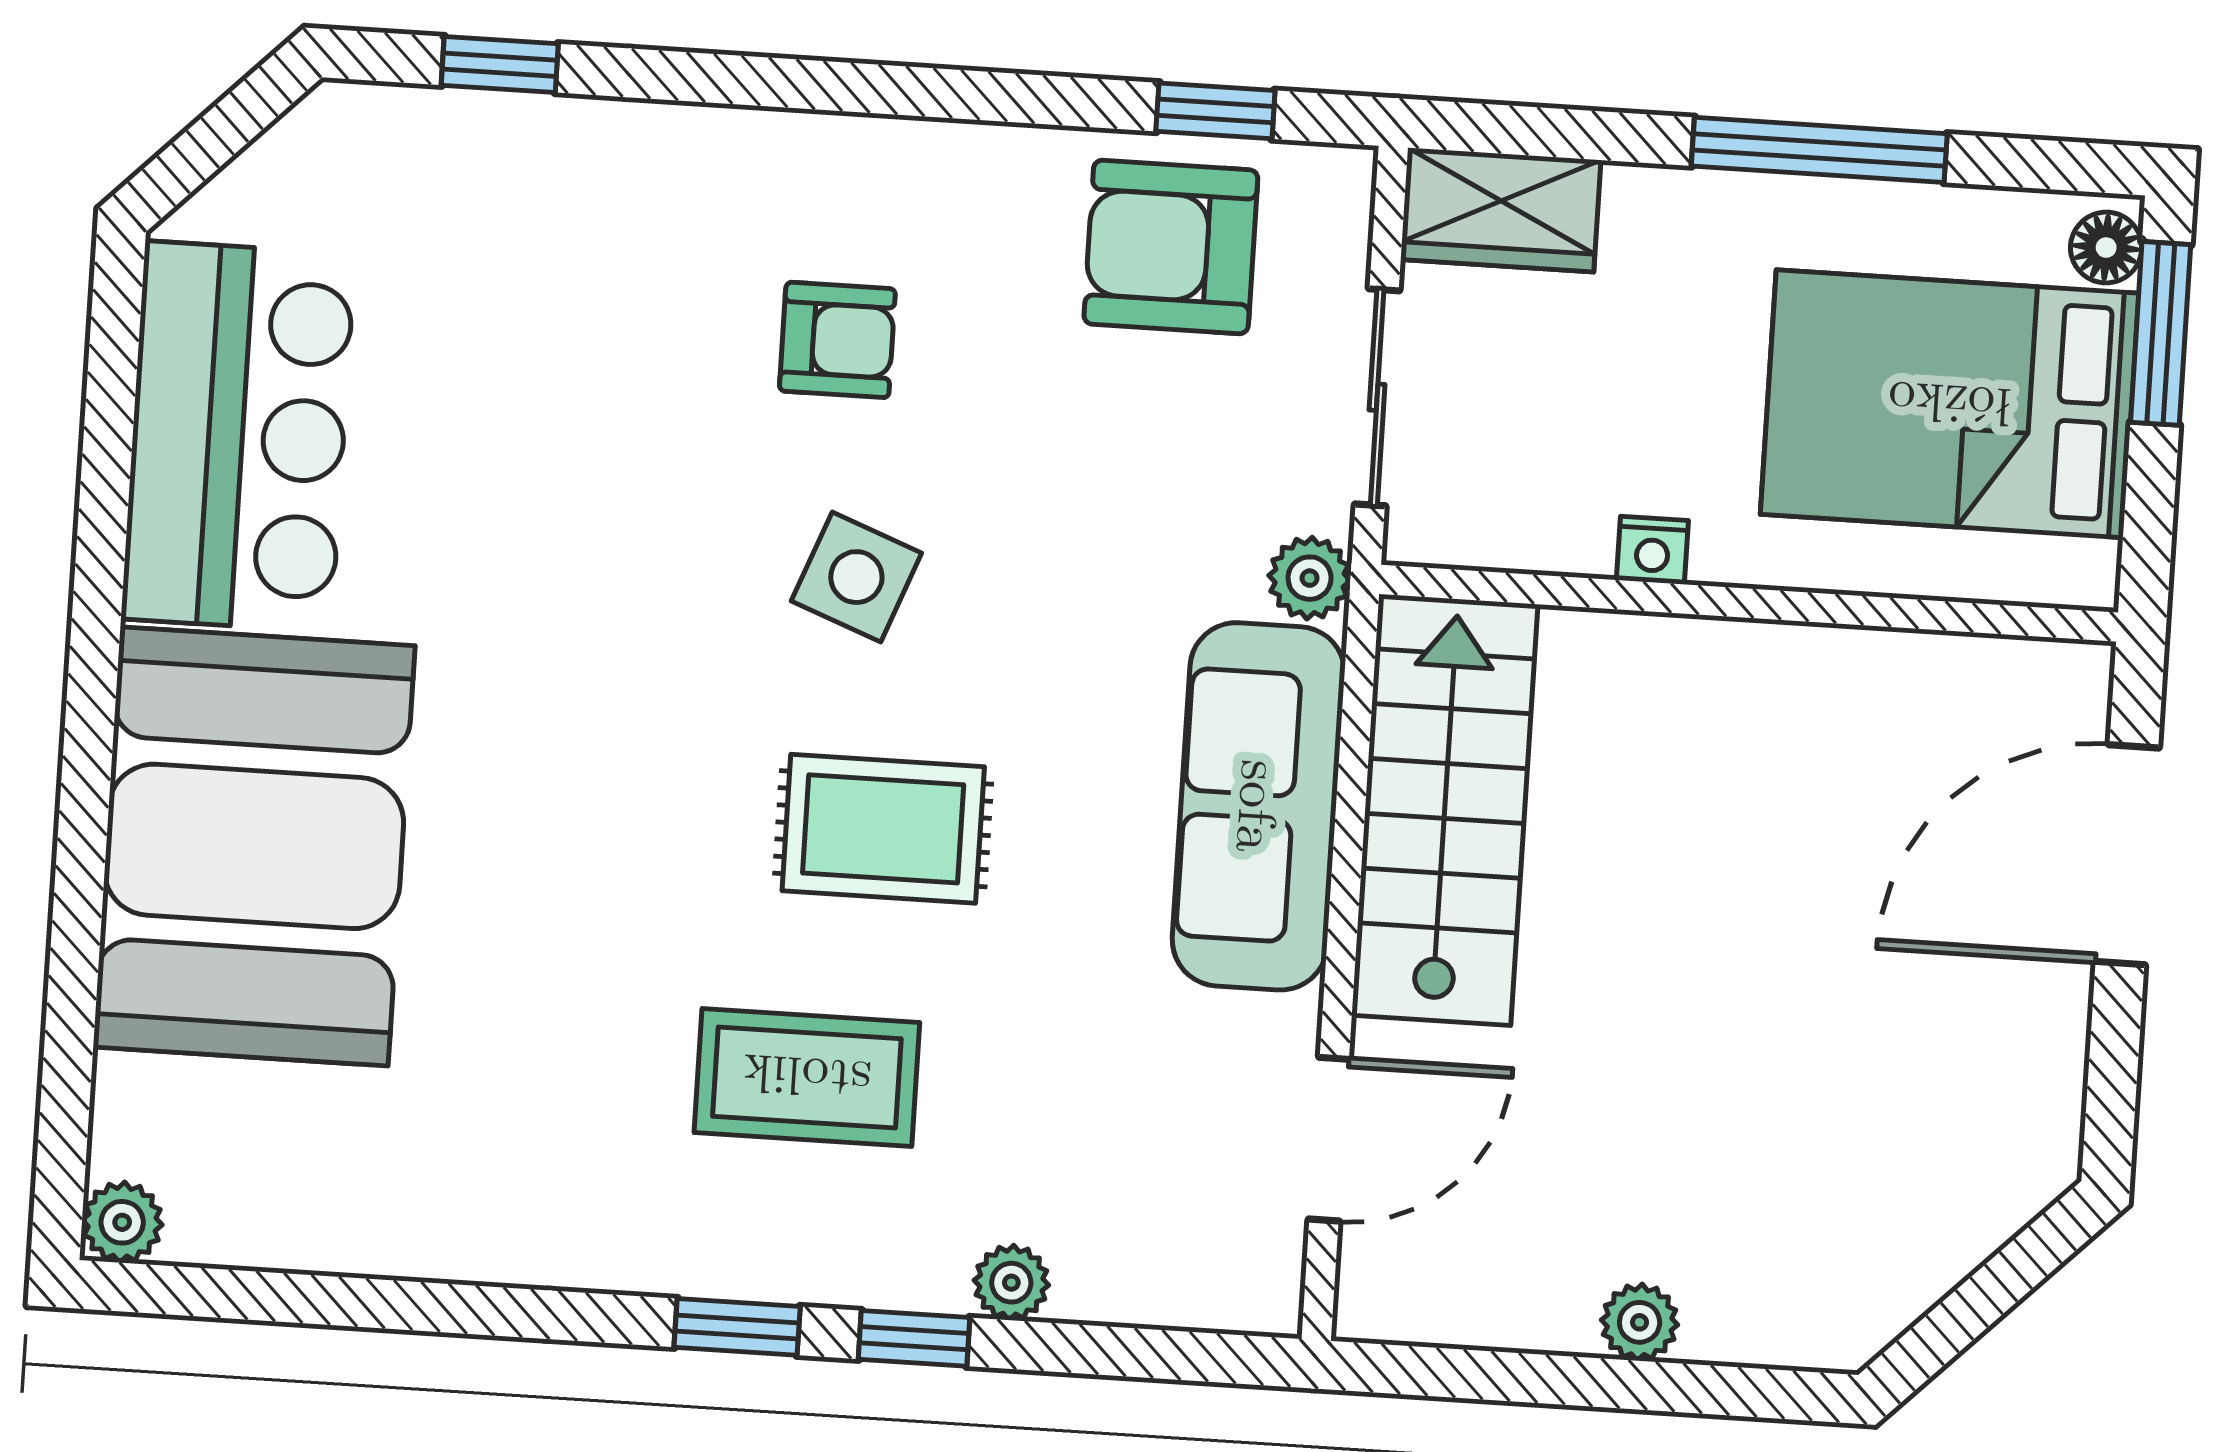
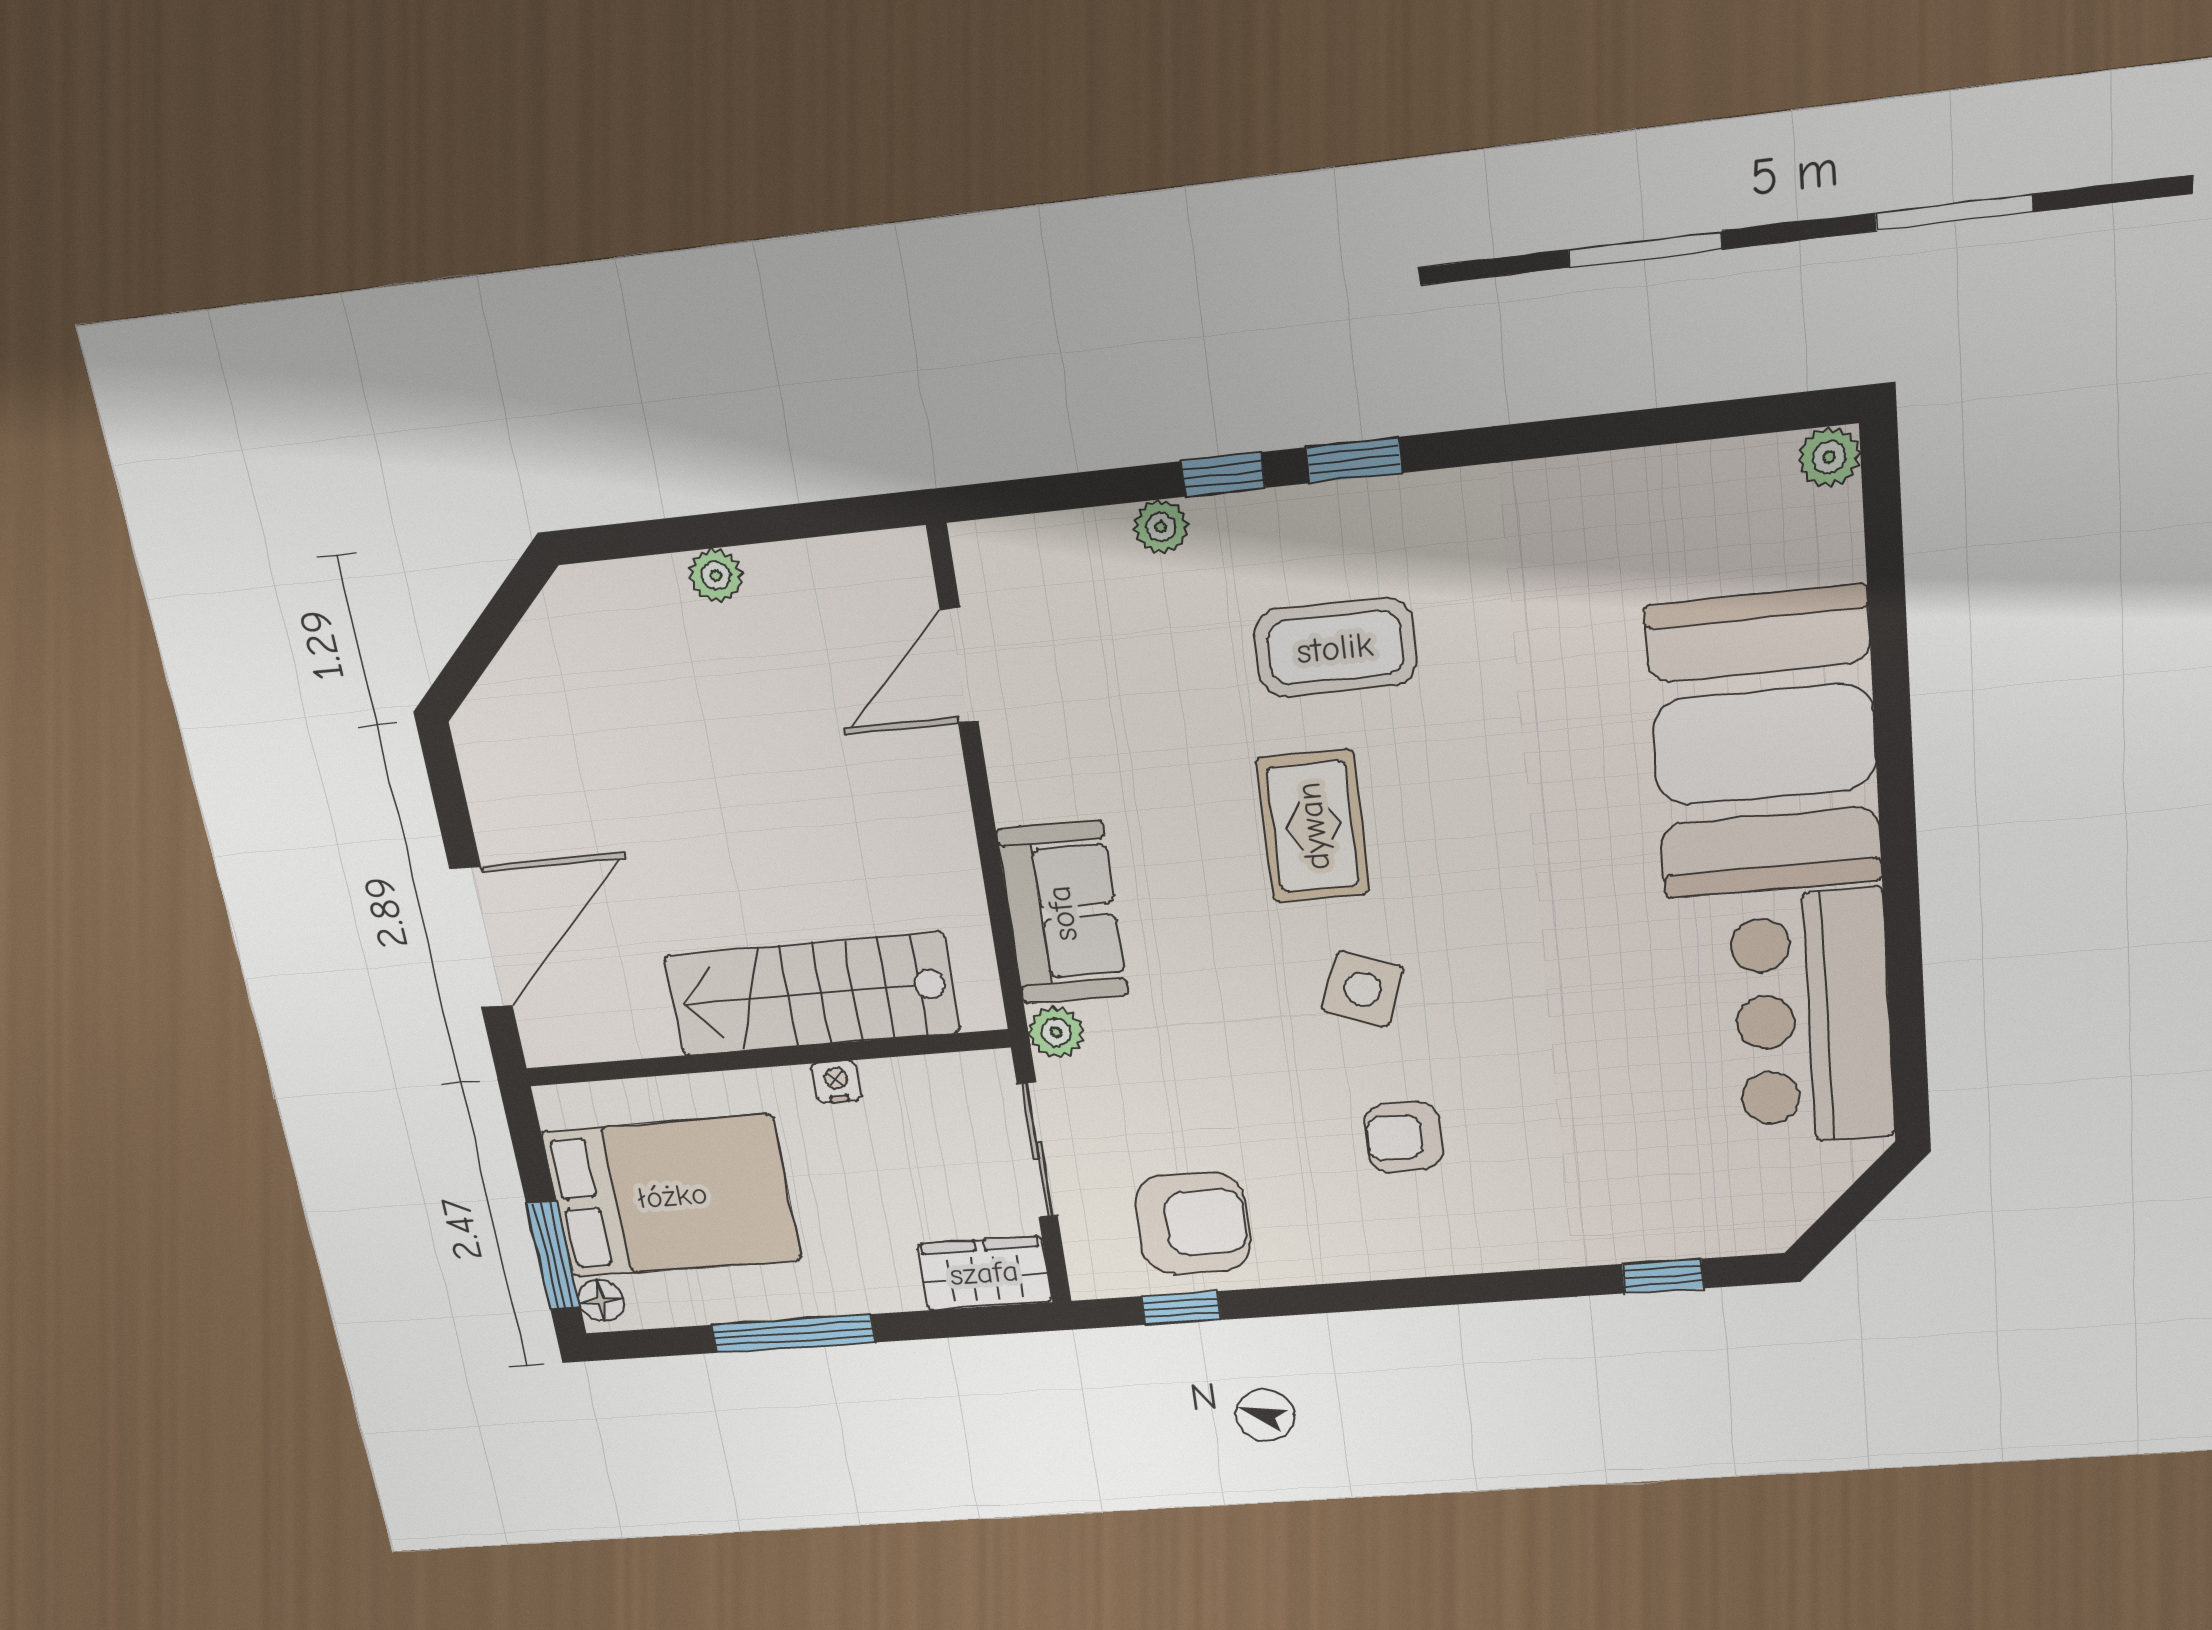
sofa: (1258, 806) -> (1062, 913), width x0.73
stairs: (1445, 810) -> (812, 994), moved, turned 90
rug: (883, 829) -> (1313, 826), turned 90

